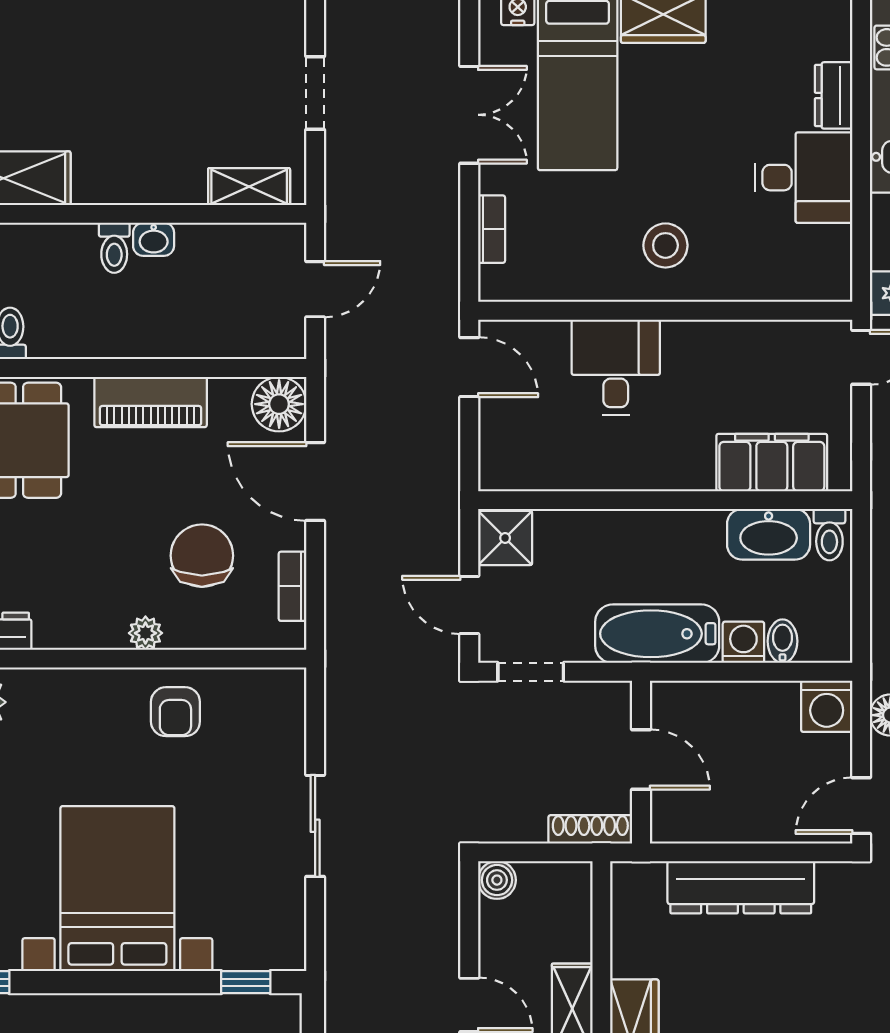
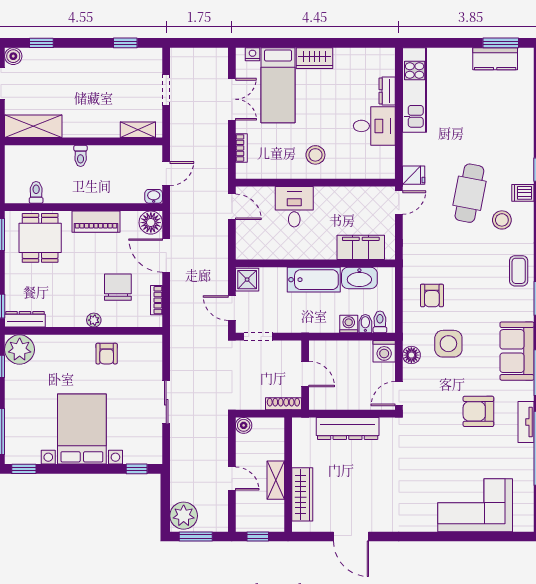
washbasin: (154, 239) -> (154, 196), moved, turned 180
toilet: (829, 535) -> (380, 322), moved, turned 180
bathtub: (657, 634) -> (314, 280), moved, turned 180

